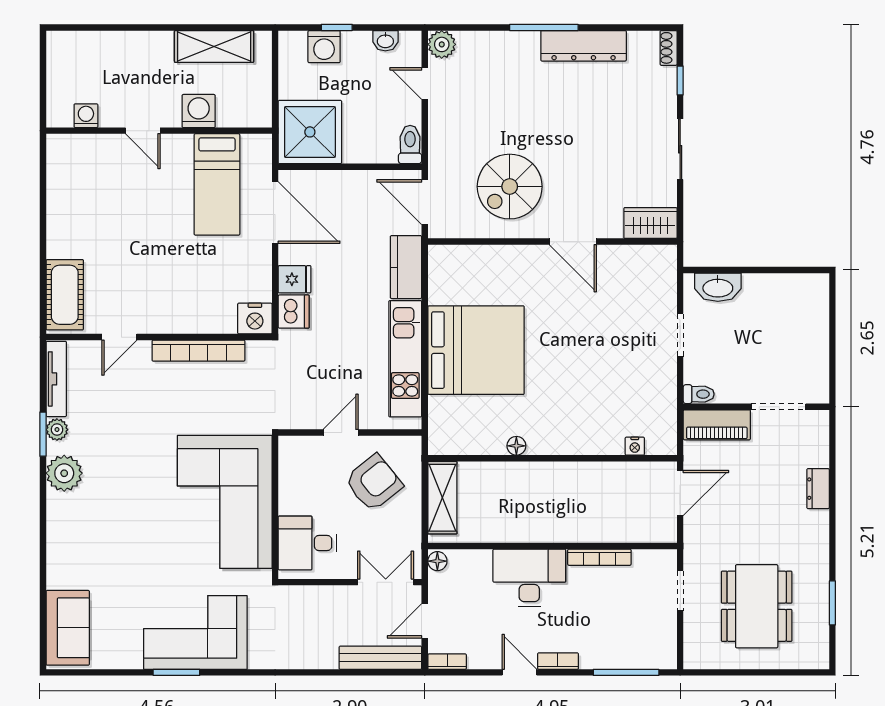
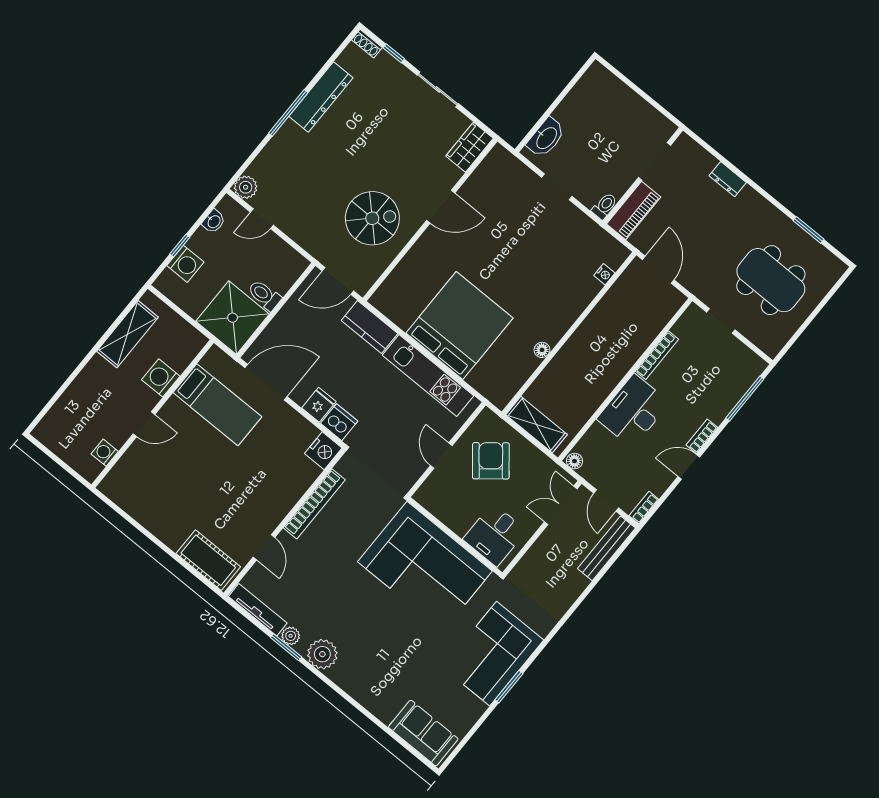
toilet: (410, 145) -> (264, 295), moved
spiral stairs: (510, 187) -> (372, 218), turned -90

